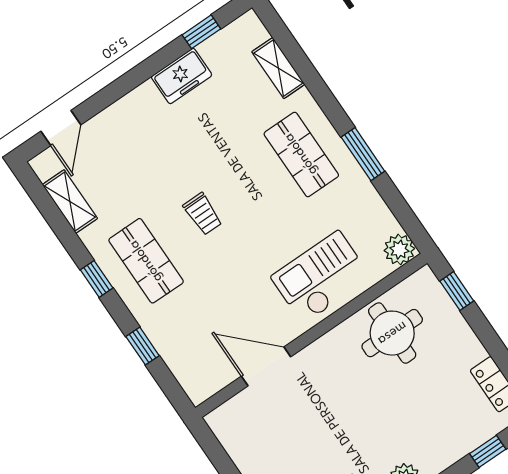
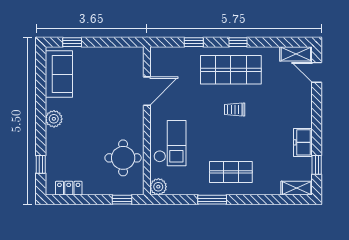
shelving: (278, 68) -> (297, 188), moved
shelving: (70, 201) -> (296, 54), moved
shop shelf: (146, 261) -> (231, 70), width x1.43, depth x1.36

